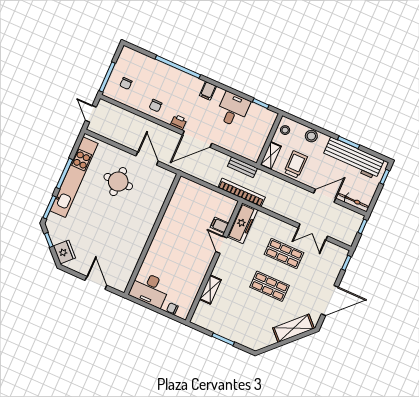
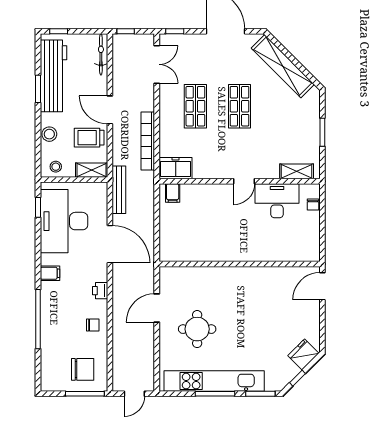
chair: (126, 83) -> (83, 369), width x1.87, depth x1.87
desk: (233, 109) -> (64, 221), width x1.87, depth x1.30
door: (197, 139) -> (110, 244), moved
bench: (242, 167) -> (119, 190), width x1.36
bookcase: (242, 192) -> (148, 141), moved
door: (325, 196) -> (110, 110), moved
freezer: (242, 223) -> (176, 168), width x0.71
filing cabinet: (220, 225) -> (173, 193), moved
double door: (313, 232) -> (157, 64), moved
door: (221, 245) -> (244, 181), moved
door: (96, 283) -> (322, 286), moved
desk: (150, 289) -> (277, 201), moved, turned -90
shelving: (210, 290) -> (297, 171), moved
shelving: (293, 328) -> (283, 66), width x1.47

